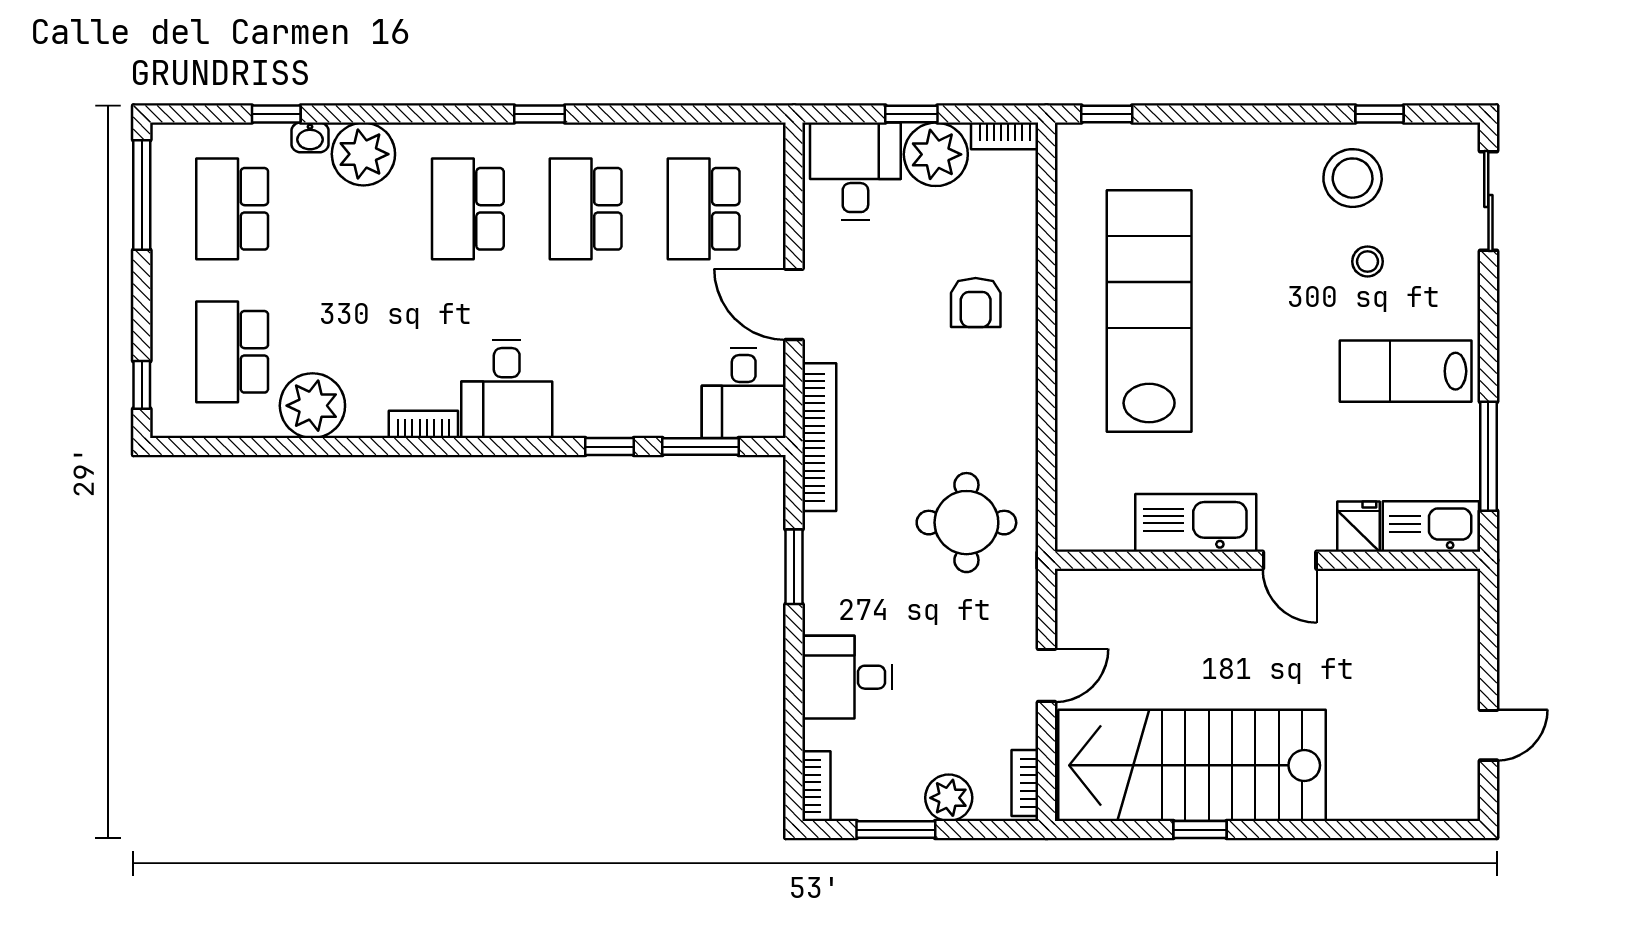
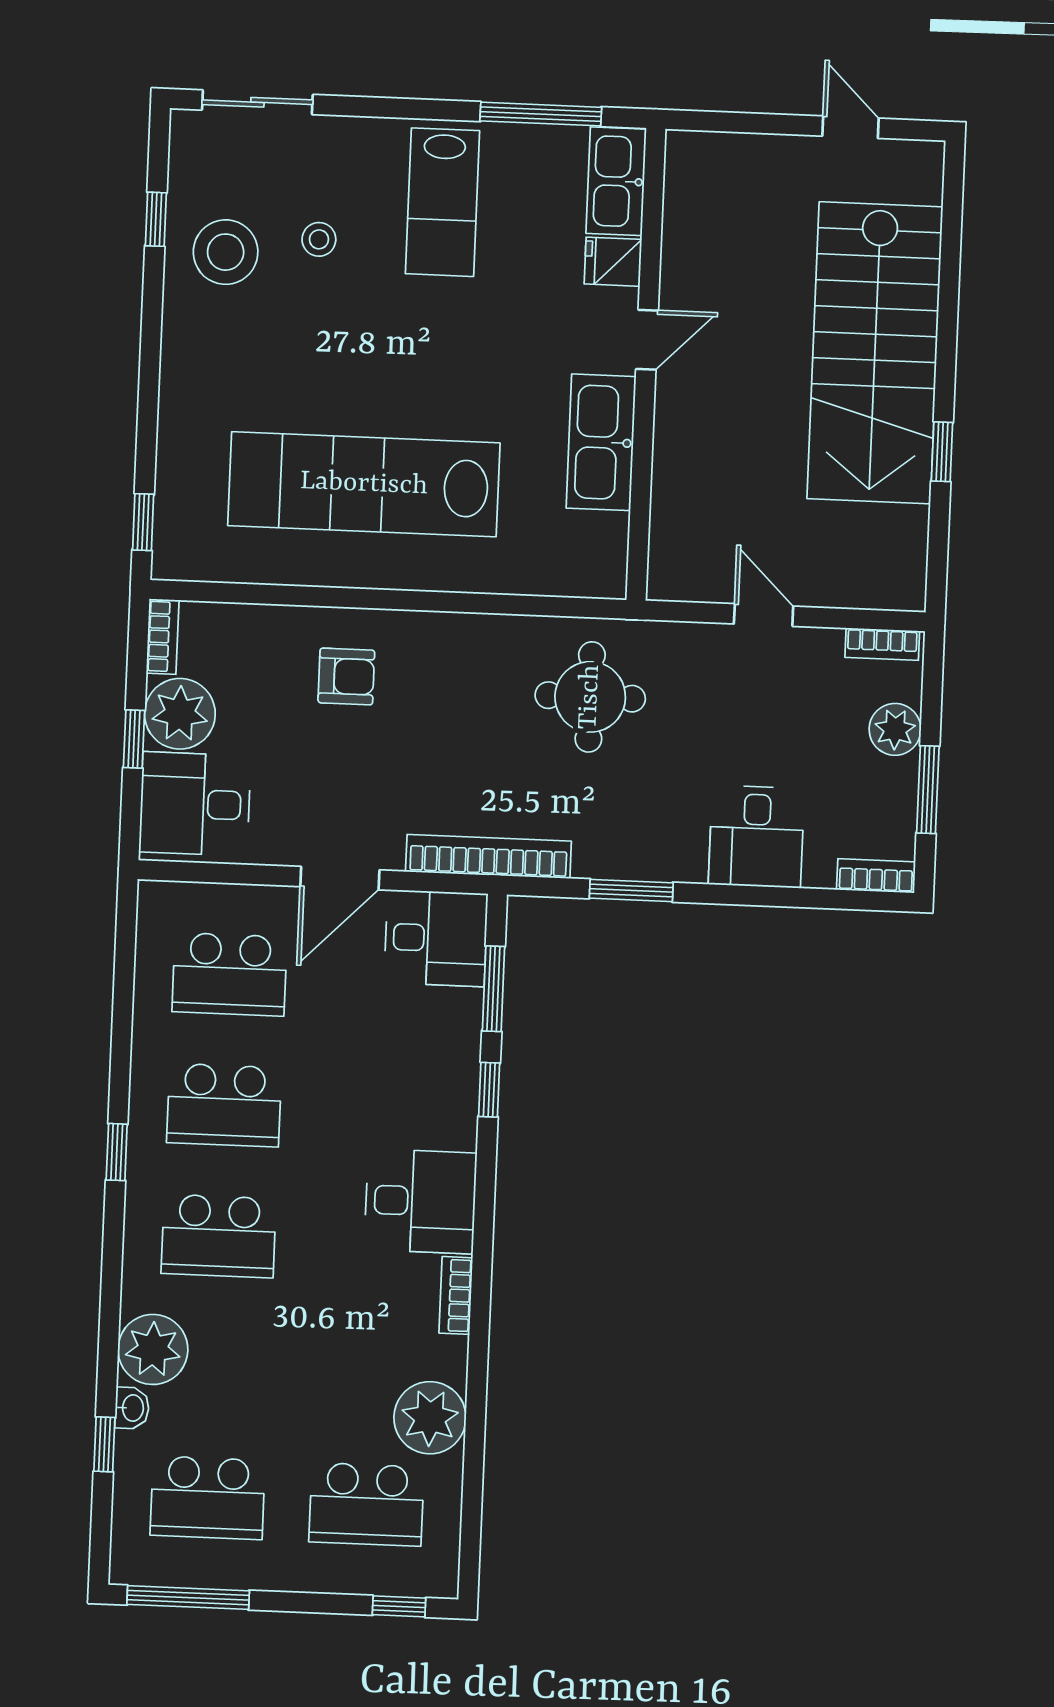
stairs: (1192, 765) -> (875, 353), moved

